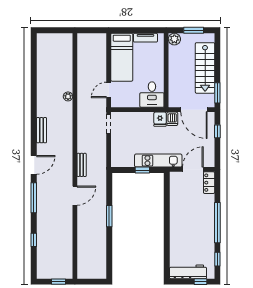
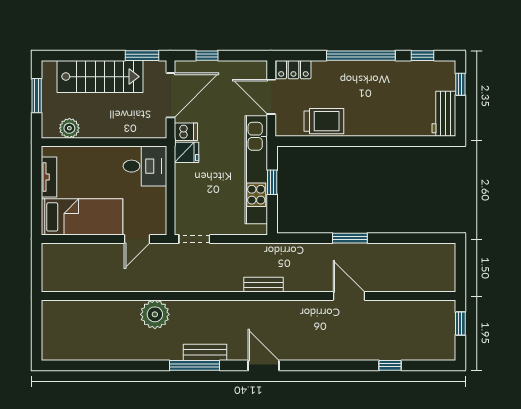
plant: (174, 39) -> (69, 128), moved
door: (109, 90) -> (137, 239), hinge flipped
plant: (68, 96) -> (155, 314), width x1.88, depth x1.88
kitchen unit: (158, 161) -> (256, 170), width x1.36
door: (75, 196) -> (349, 296), moved
window: (34, 198) -> (195, 365), moved
trolley: (179, 201) -> (324, 121), added
workbench: (188, 272) -> (444, 114), width x0.73

